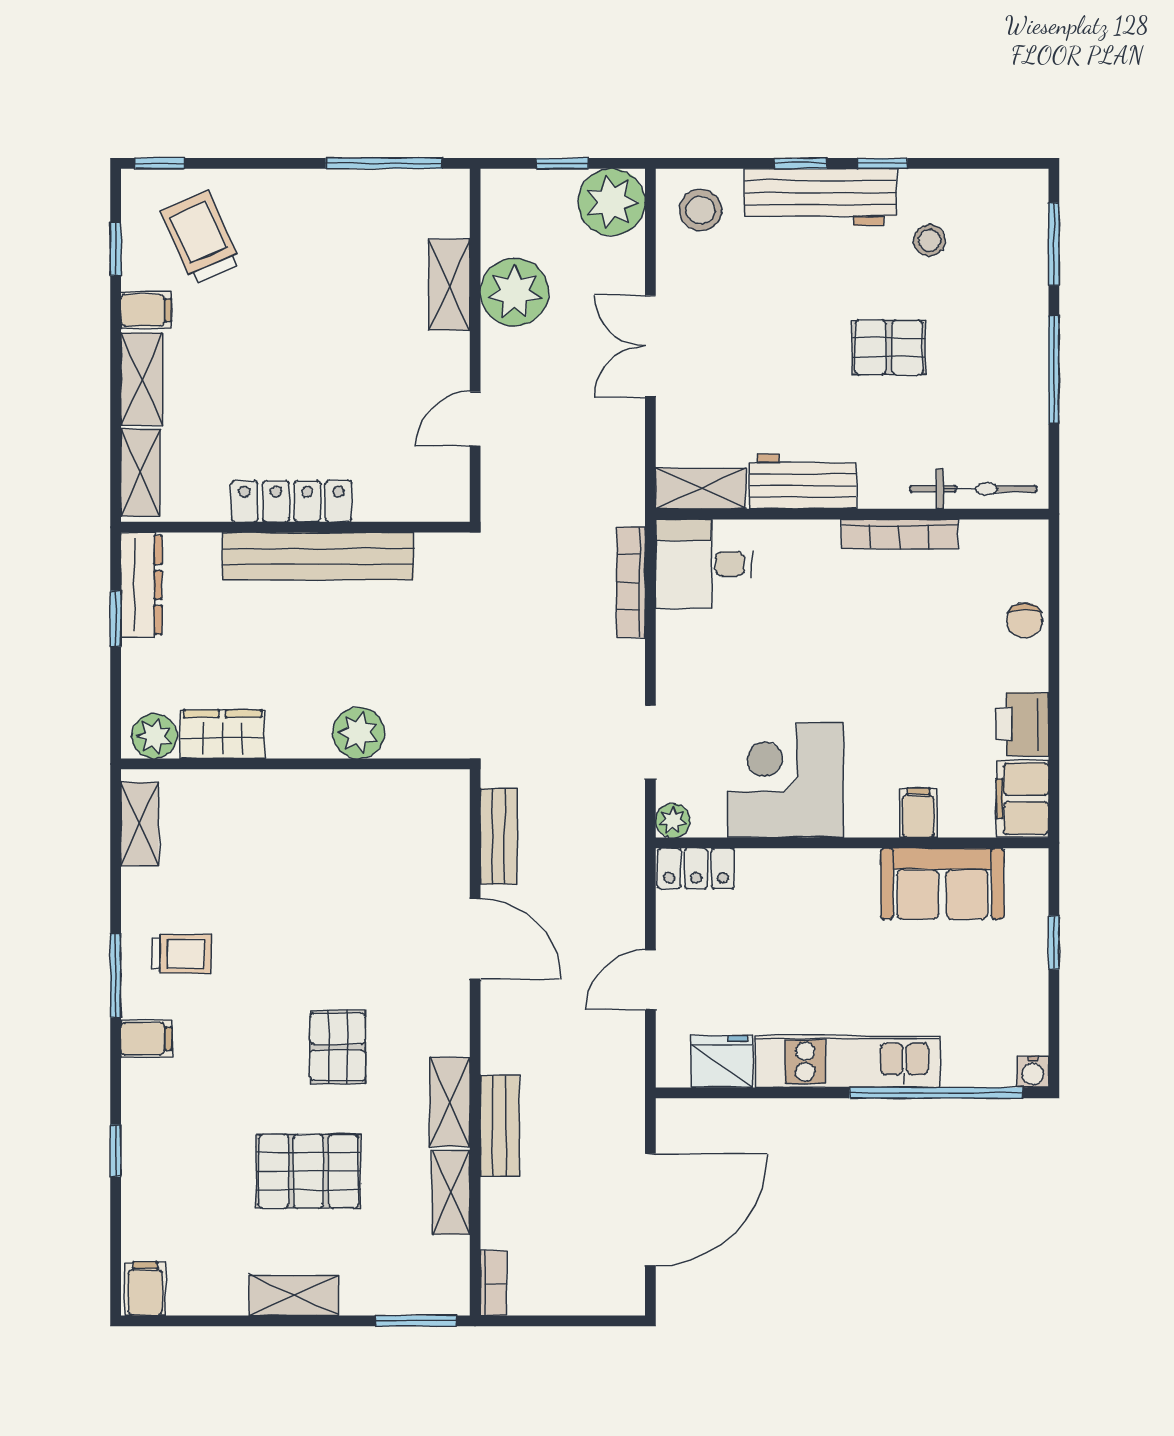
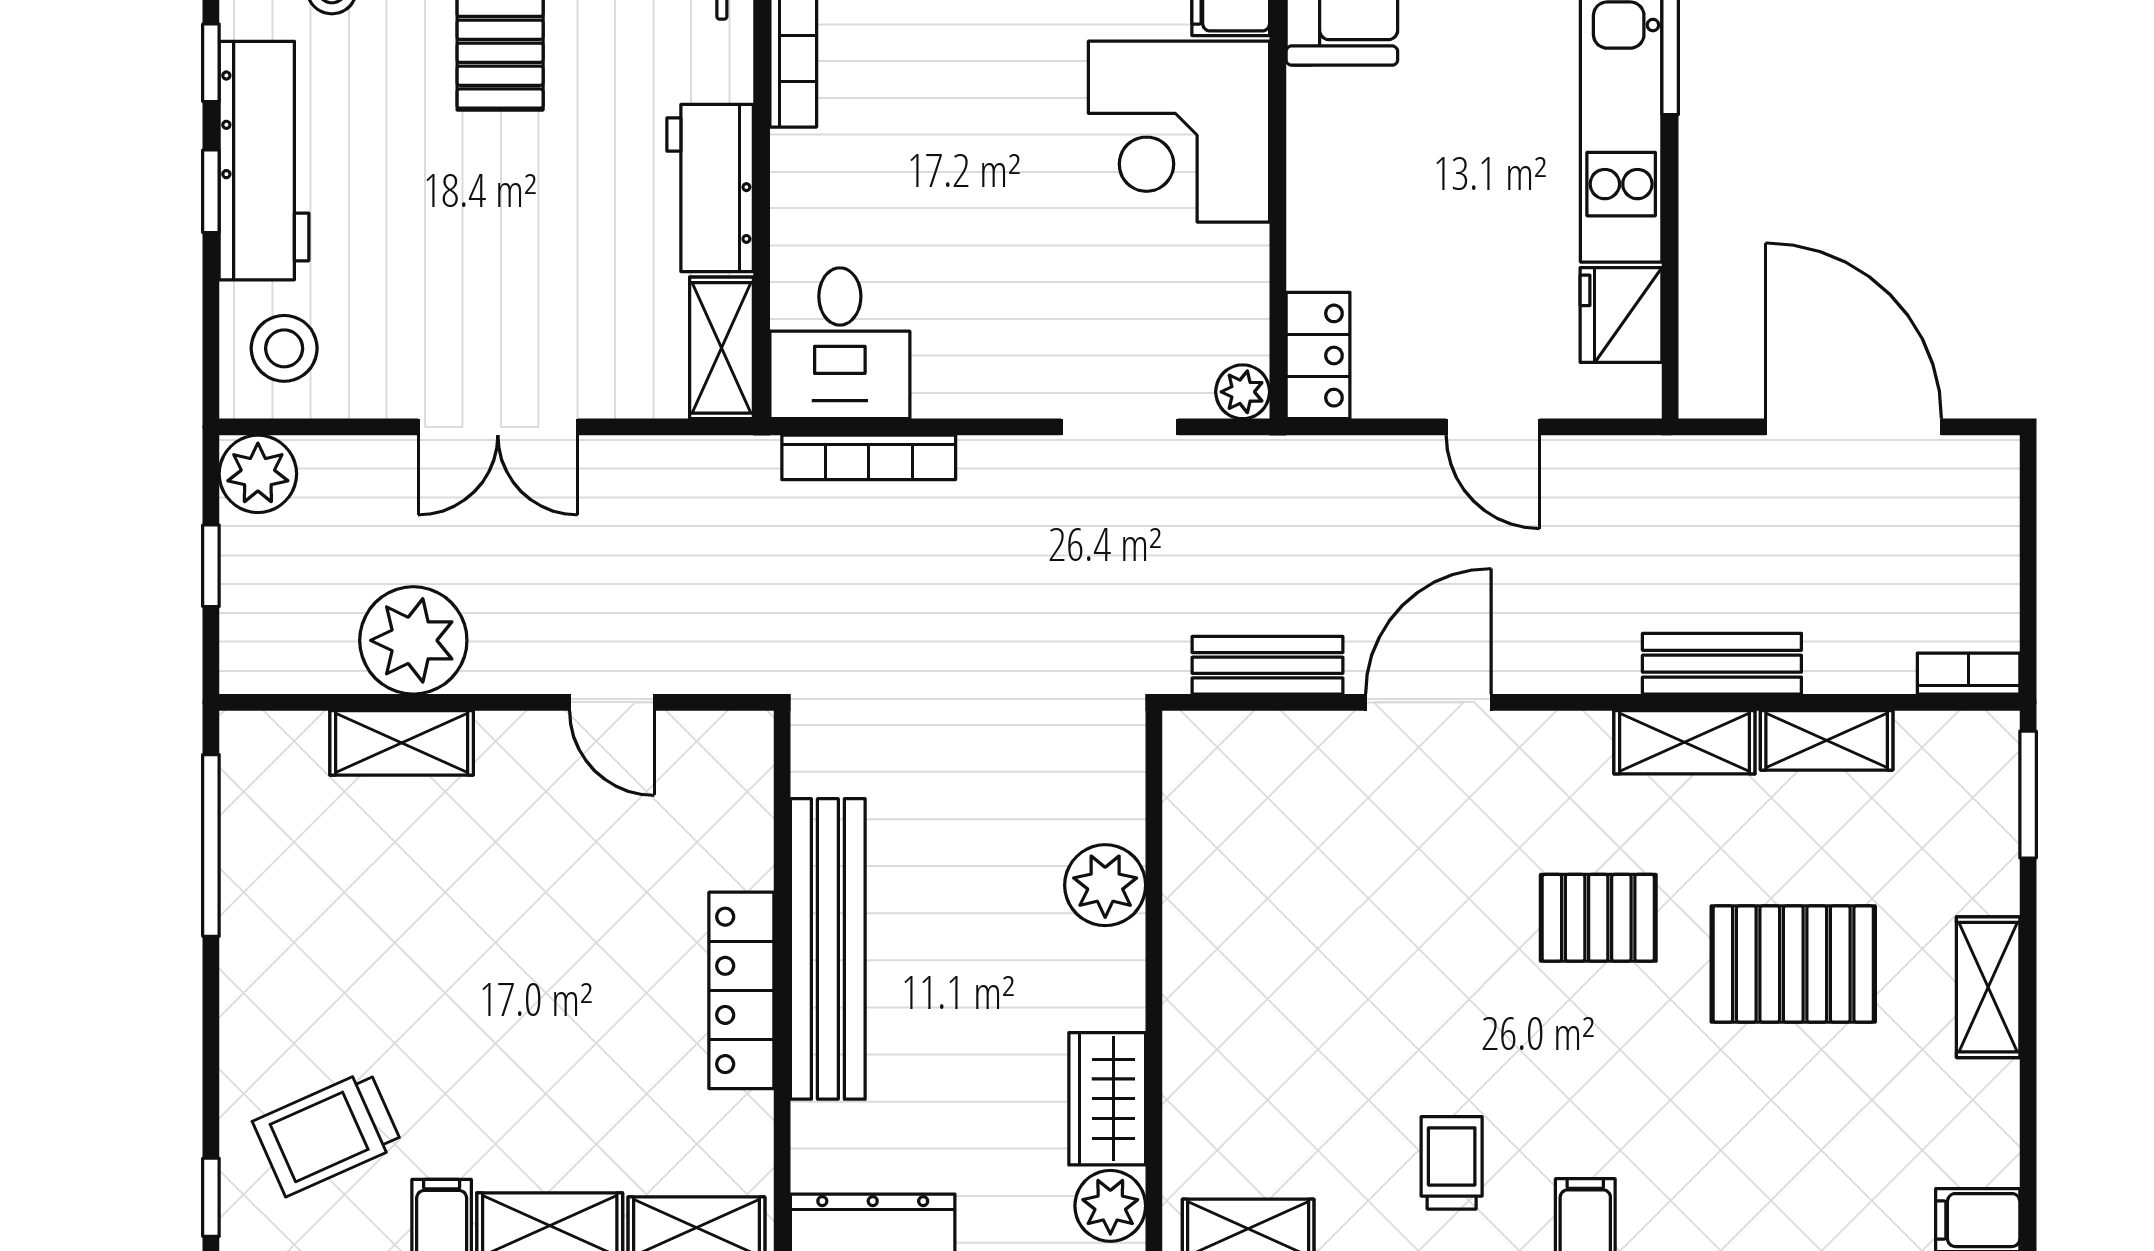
plant: (612, 202) -> (258, 474), width x0.73, depth x0.73
corner desk: (785, 780) -> (1179, 132), moved
pallet: (308, 1171) -> (1793, 964), turned 90

